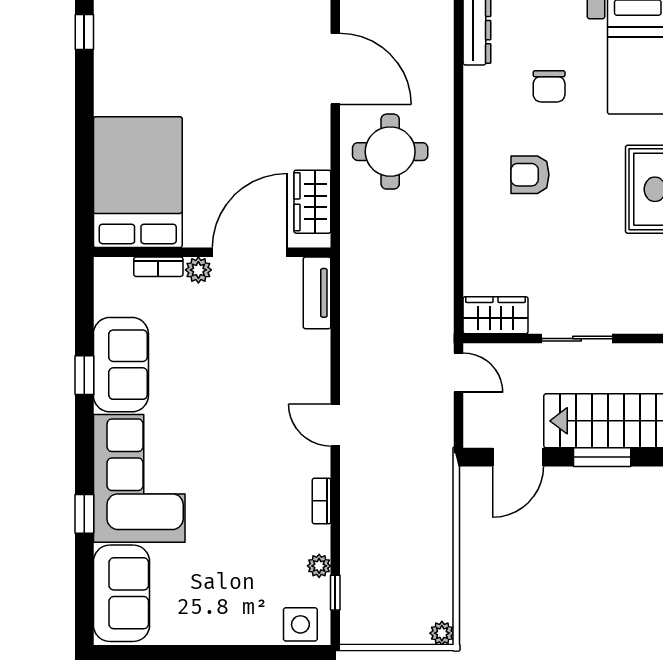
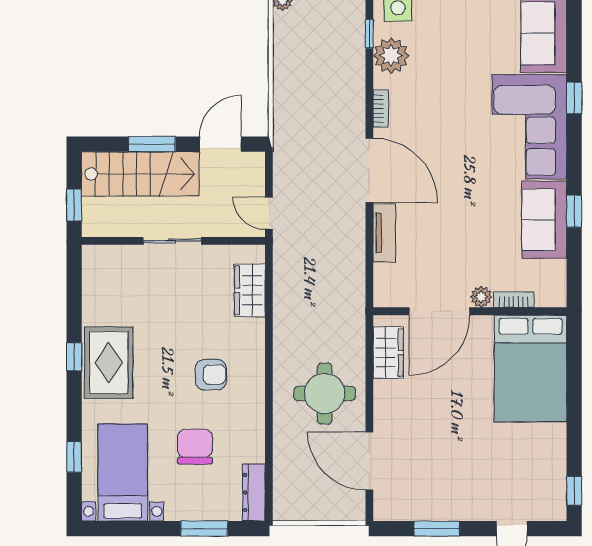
chair: (549, 86) -> (195, 447), width x1.37, depth x1.37
tv unit: (317, 293) -> (384, 233), moved
wardrobe: (496, 315) -> (250, 290), moved, turned 90
door: (335, 425) -> (369, 170), width x1.88
plant: (319, 566) -> (391, 56), width x1.87, depth x1.87

